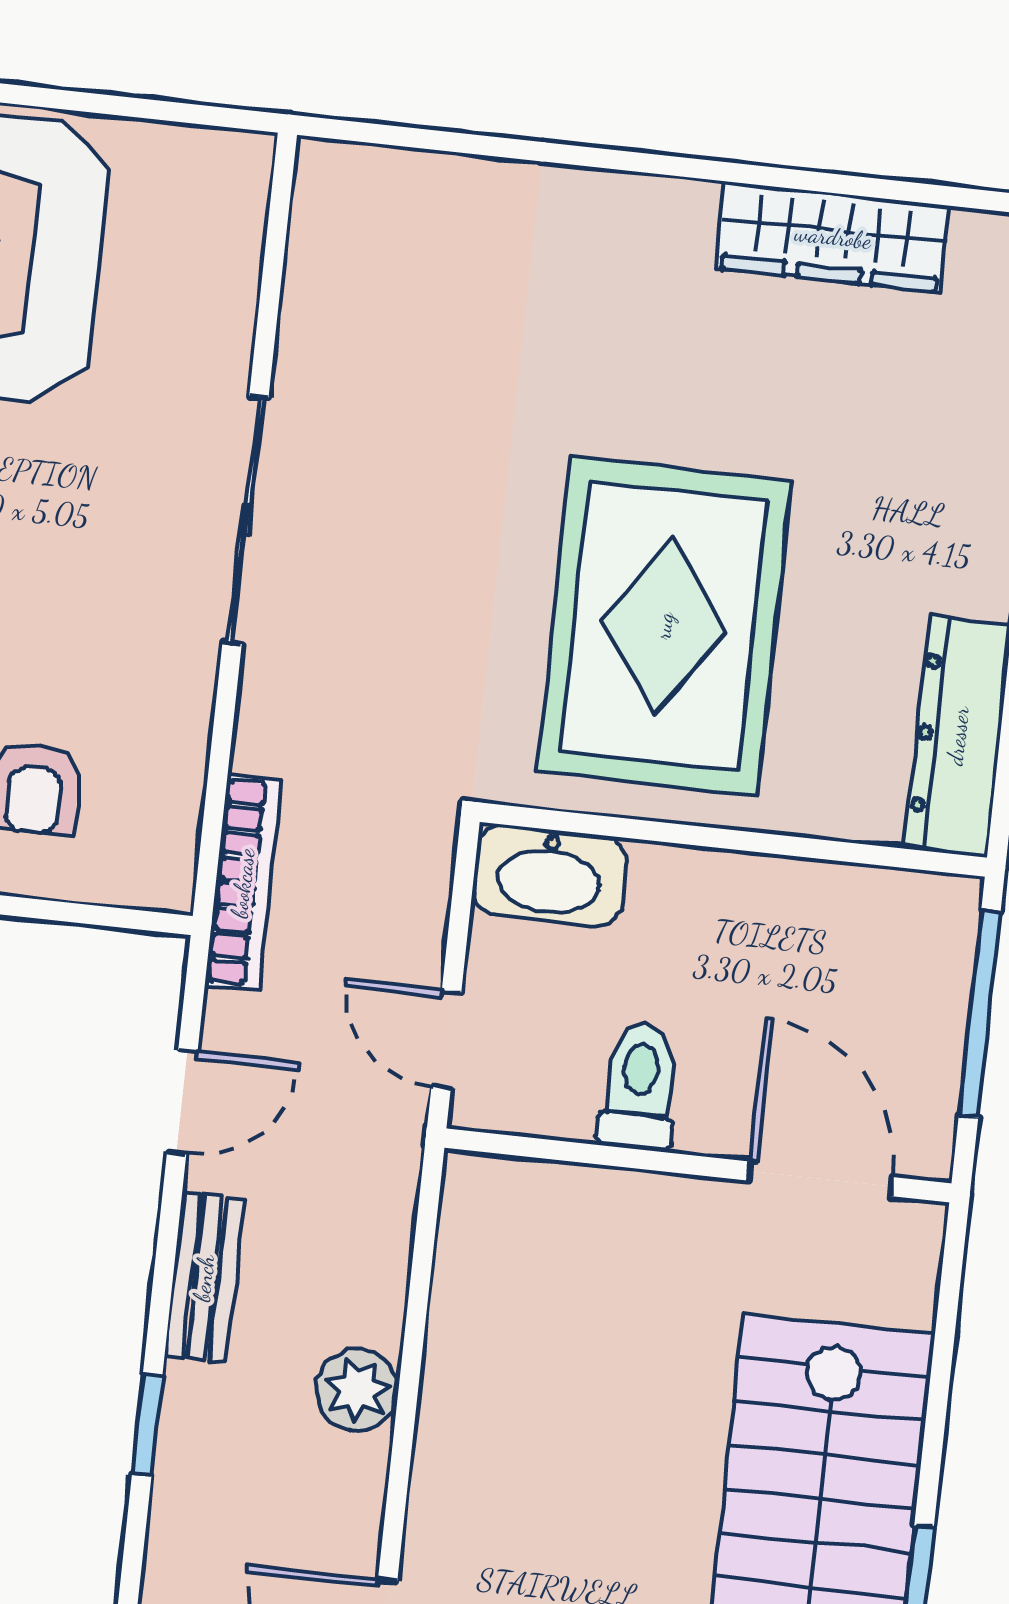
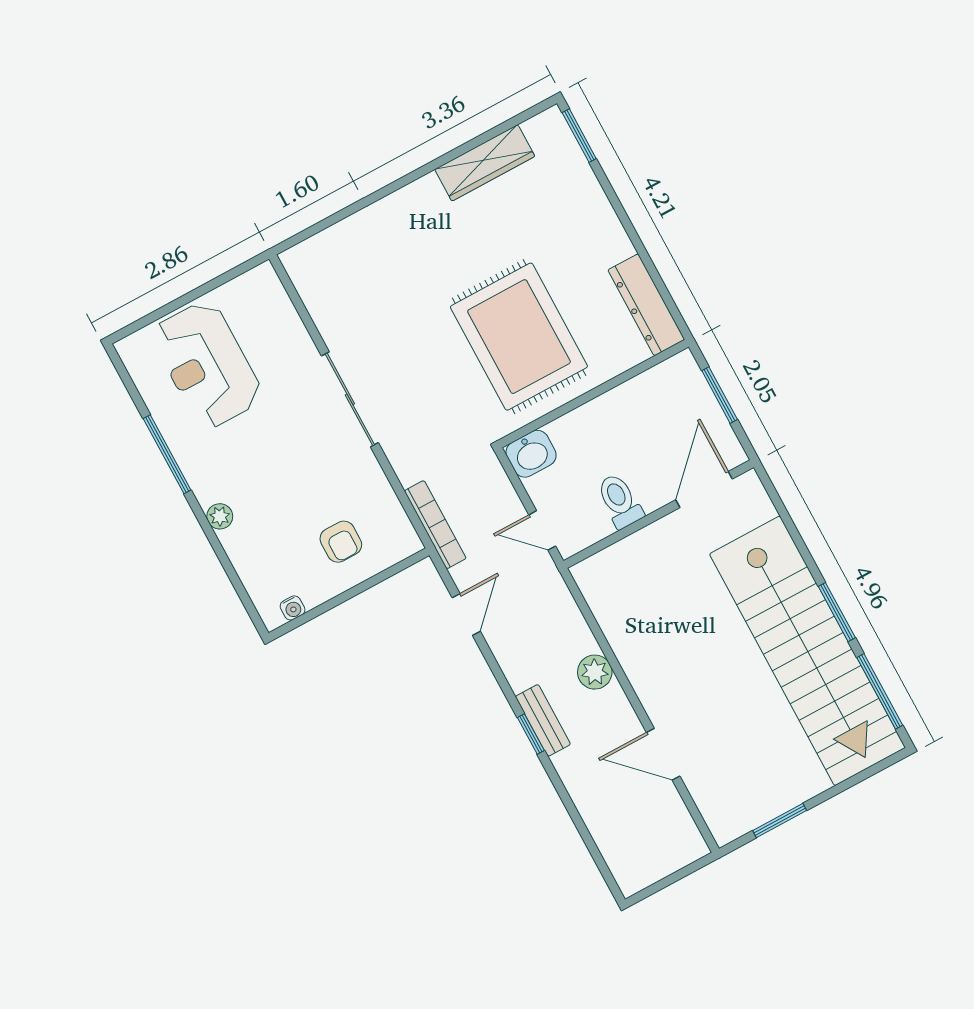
washbasin: (549, 876) -> (531, 454), width x0.72
window: (980, 1014) -> (720, 395), width x0.69
door: (821, 1179) -> (704, 489), hinge flipped
bench: (204, 1278) -> (543, 720), moved

